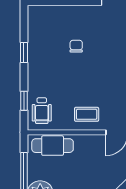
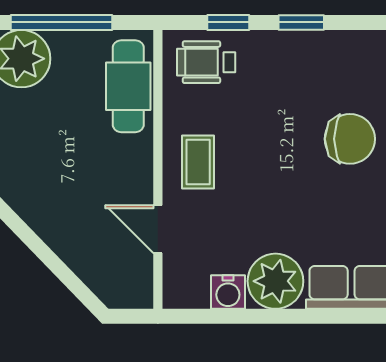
chair: (76, 46) -> (350, 139), width x1.87, depth x1.87
window: (24, 52) -> (301, 22), moved

